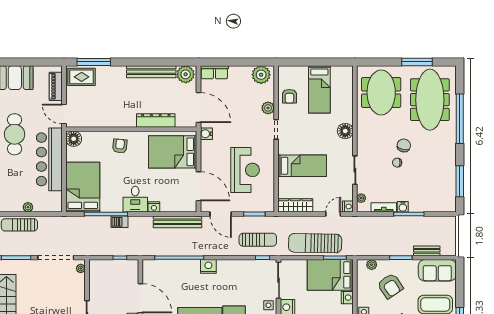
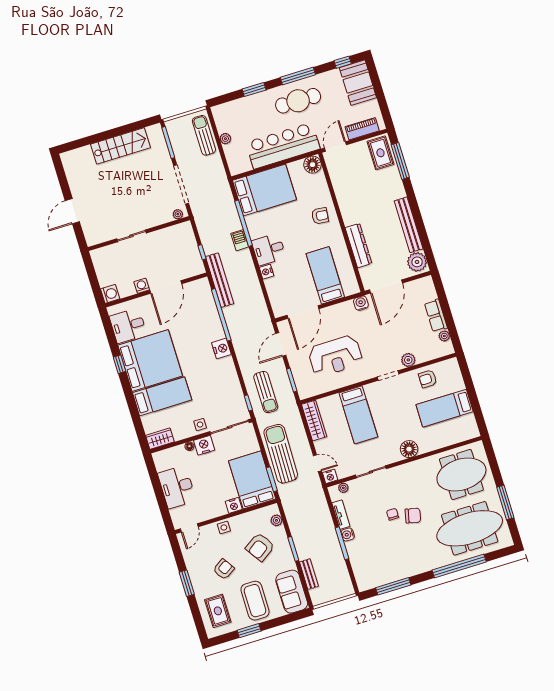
row of seats: (214, 72) -> (436, 316), moved
plant: (261, 75) -> (444, 336), width x0.53, depth x0.53
bed: (173, 152) -> (325, 275), width x0.67
bench: (178, 222) -> (220, 280), moved

